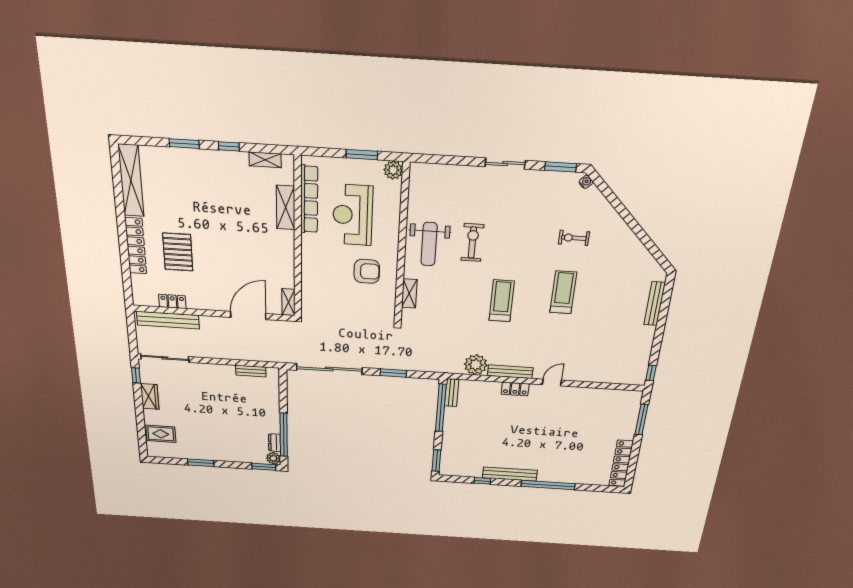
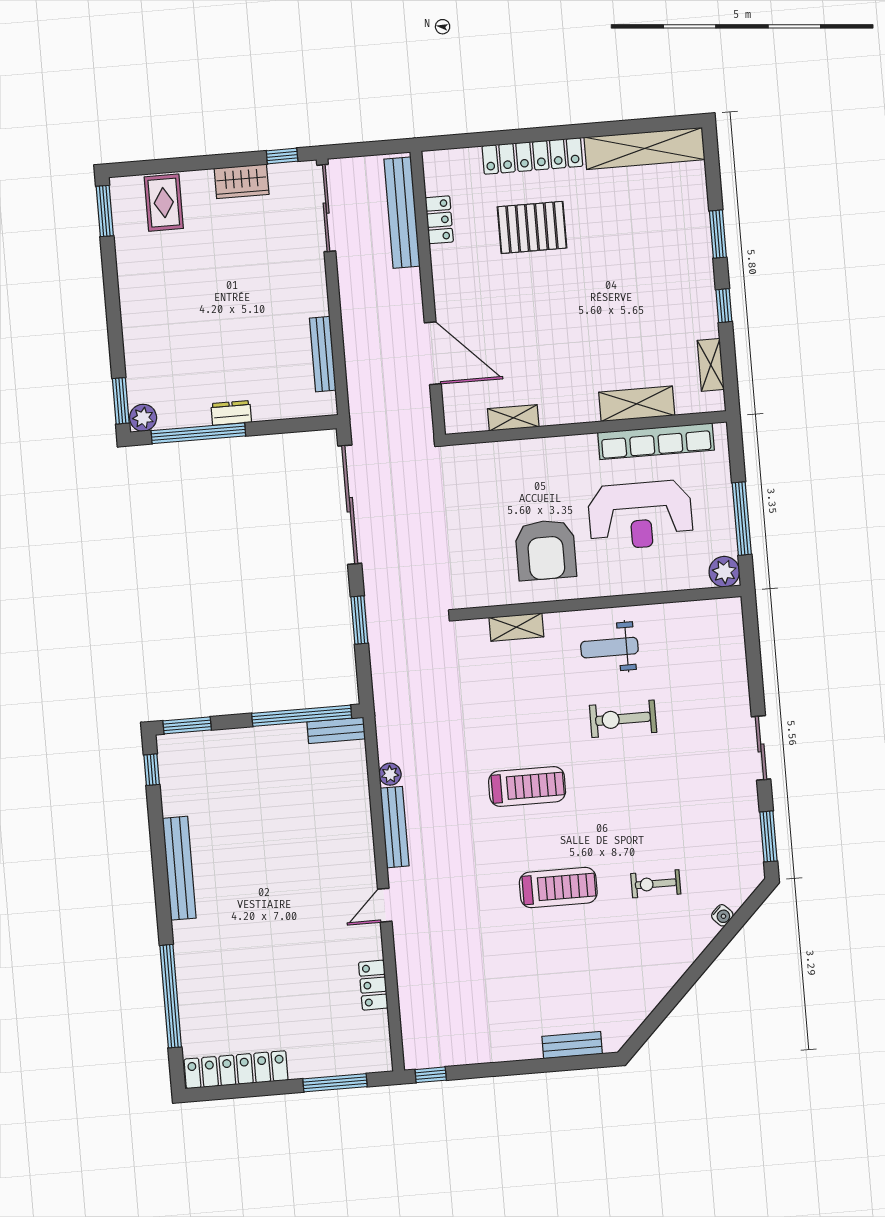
window: (362, 155) -> (742, 519), width x1.44
water cooler: (586, 182) -> (722, 915), moved
reception desk: (353, 215) -> (640, 515), turned 180
exercise bike: (574, 238) -> (656, 884), turned -90
exercise bike: (472, 242) -> (623, 719), turned 180
weight bench: (429, 244) -> (609, 648), width x0.73, depth x0.75
armchair: (367, 271) -> (546, 550), width x1.36, depth x1.36
shelving: (288, 302) -> (513, 418), moved
bench: (655, 304) -> (572, 1045), width x0.73
plant: (476, 365) -> (390, 774), width x0.53, depth x0.53
bench: (251, 371) -> (323, 354), width x1.36
door: (552, 382) -> (385, 905), swing flipped
locker: (515, 389) -> (373, 985), moved
dresser: (274, 443) -> (231, 413), moved
window: (201, 463) -> (105, 211), moved
window: (482, 481) -> (152, 770), moved
window: (548, 485) -> (171, 996), moved

